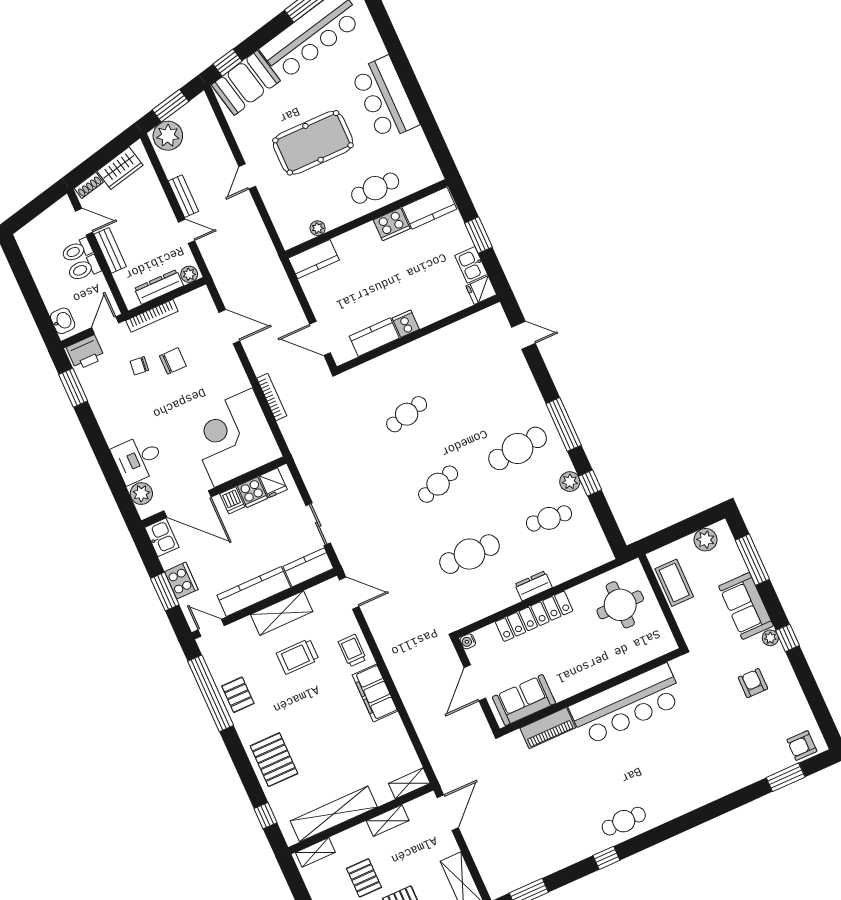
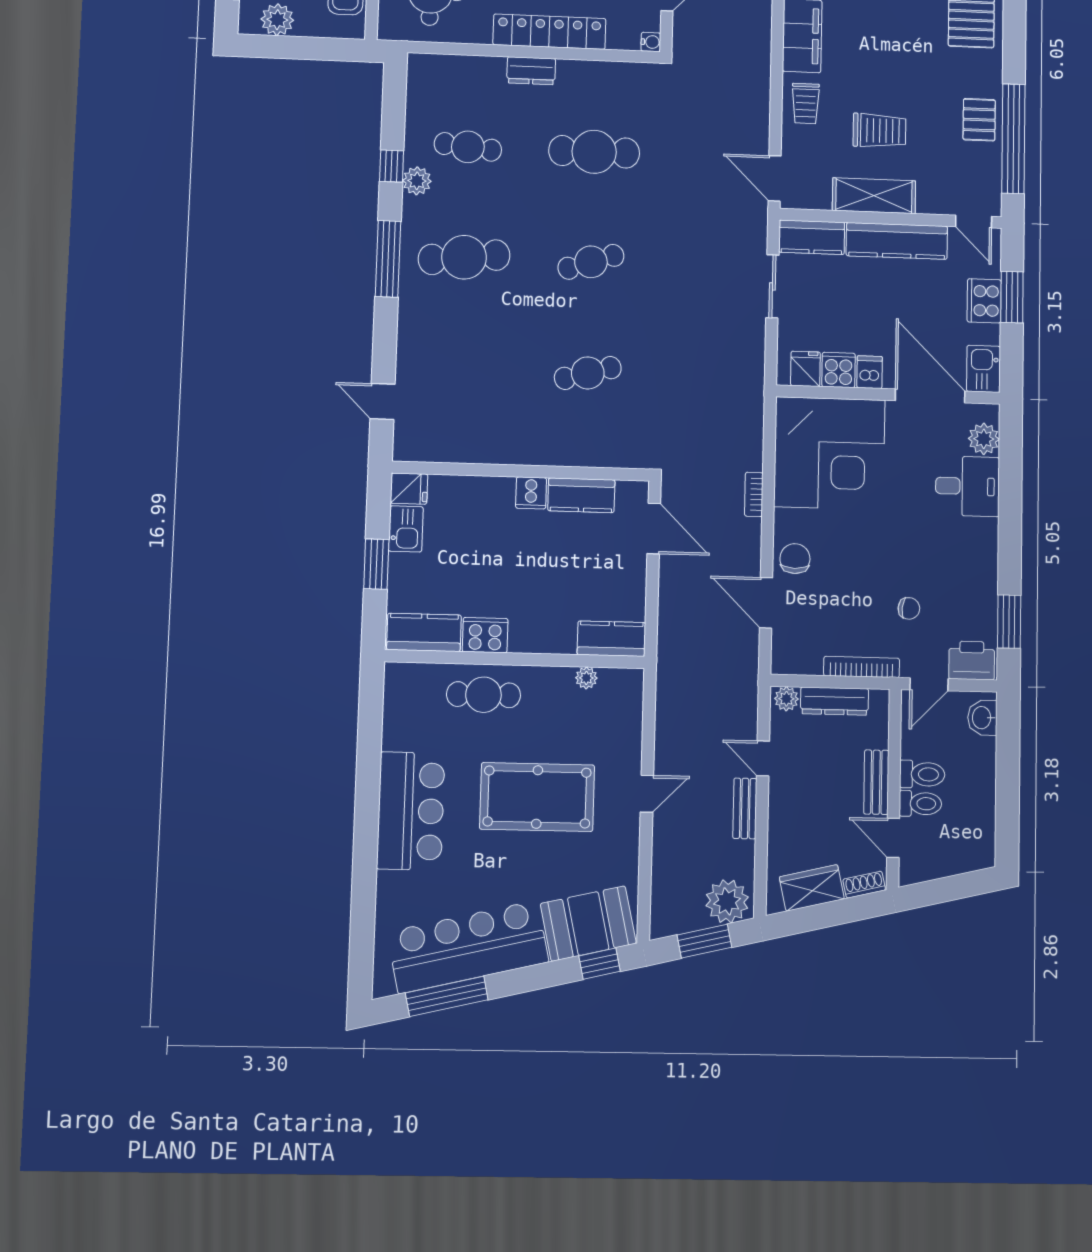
chair: (173, 361) -> (795, 559), moved, turned 90
bookcase: (272, 397) -> (754, 494), width x0.64

